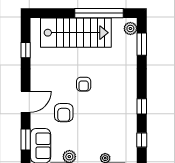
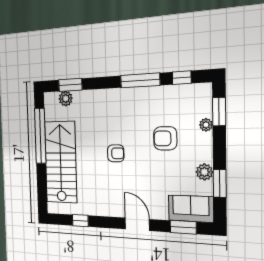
plant: (130, 29) -> (66, 99), moved
window: (142, 106) -> (140, 80), width x2.17
armchair: (64, 113) -> (165, 138), moved, turned 180

